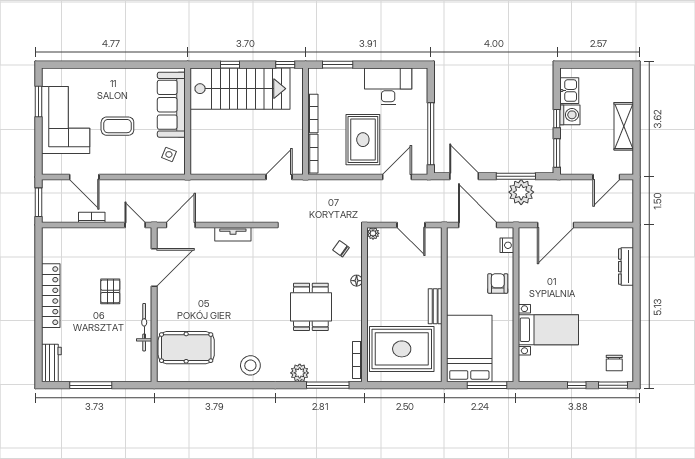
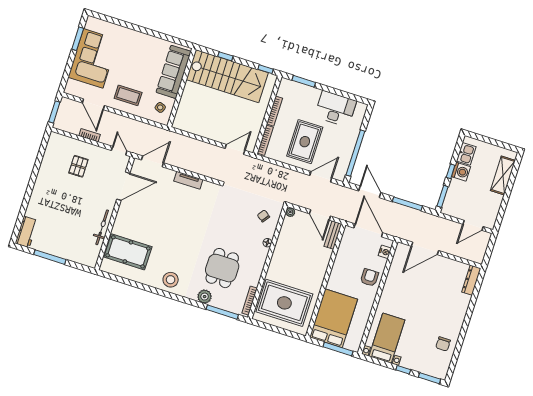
coffee table: (117, 126) -> (128, 95), moved
shelving: (624, 126) -> (503, 175), moved
plant: (521, 192) -> (408, 217), removed
dresser: (626, 267) -> (471, 280), moved
pallet: (110, 291) -> (78, 166), moved
locker: (51, 296) -> (42, 183), removed
bench: (435, 306) -> (333, 235), moved
dining table: (311, 307) -> (222, 268), moved
bed with nightstands: (548, 330) -> (387, 338), moved, turned -90
chair: (614, 363) -> (443, 344), moved

